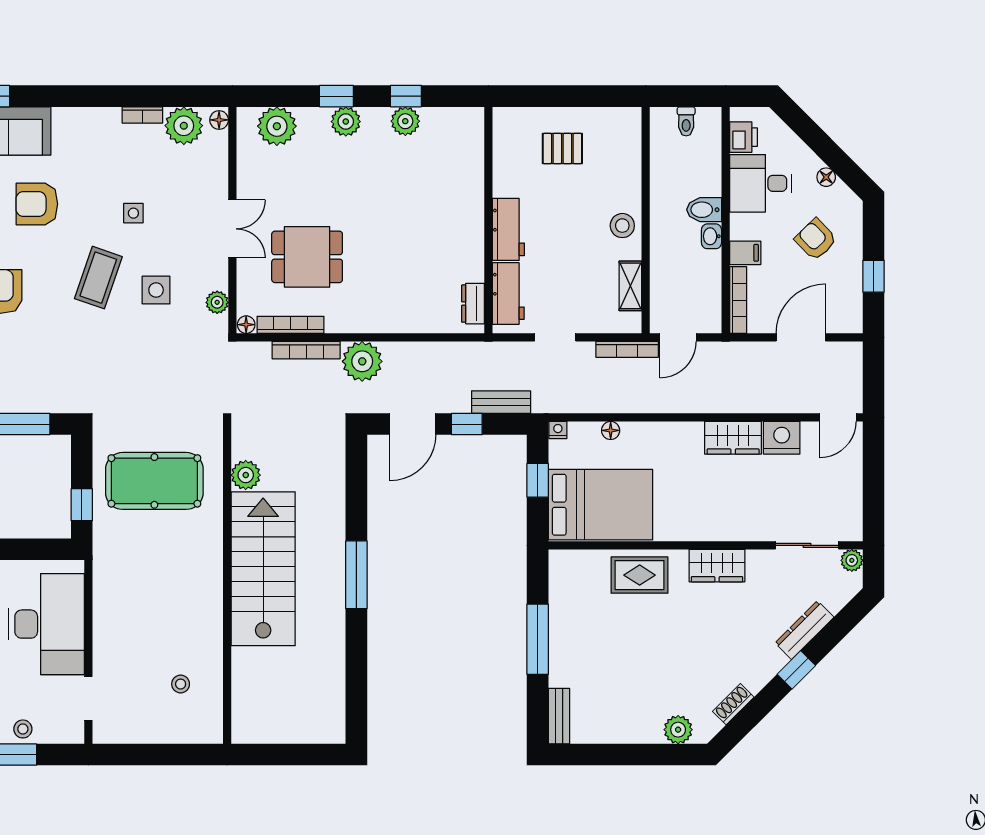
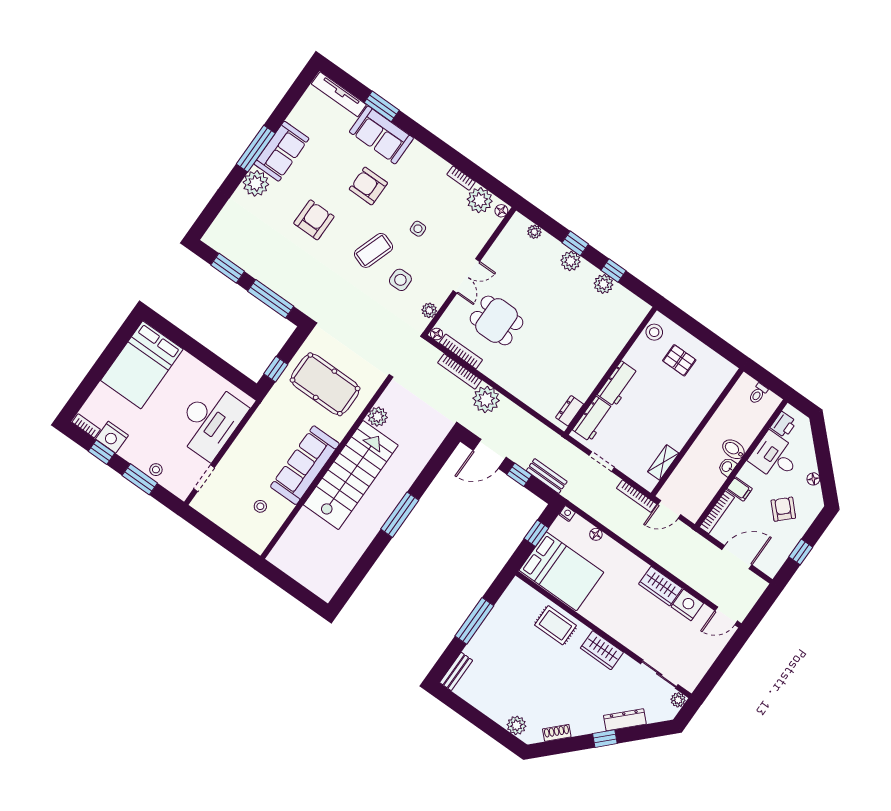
plant: (277, 126) -> (534, 232), width x0.53, depth x0.53
stool: (622, 226) -> (654, 332), moved
sofa: (199, 596) -> (305, 465), added

